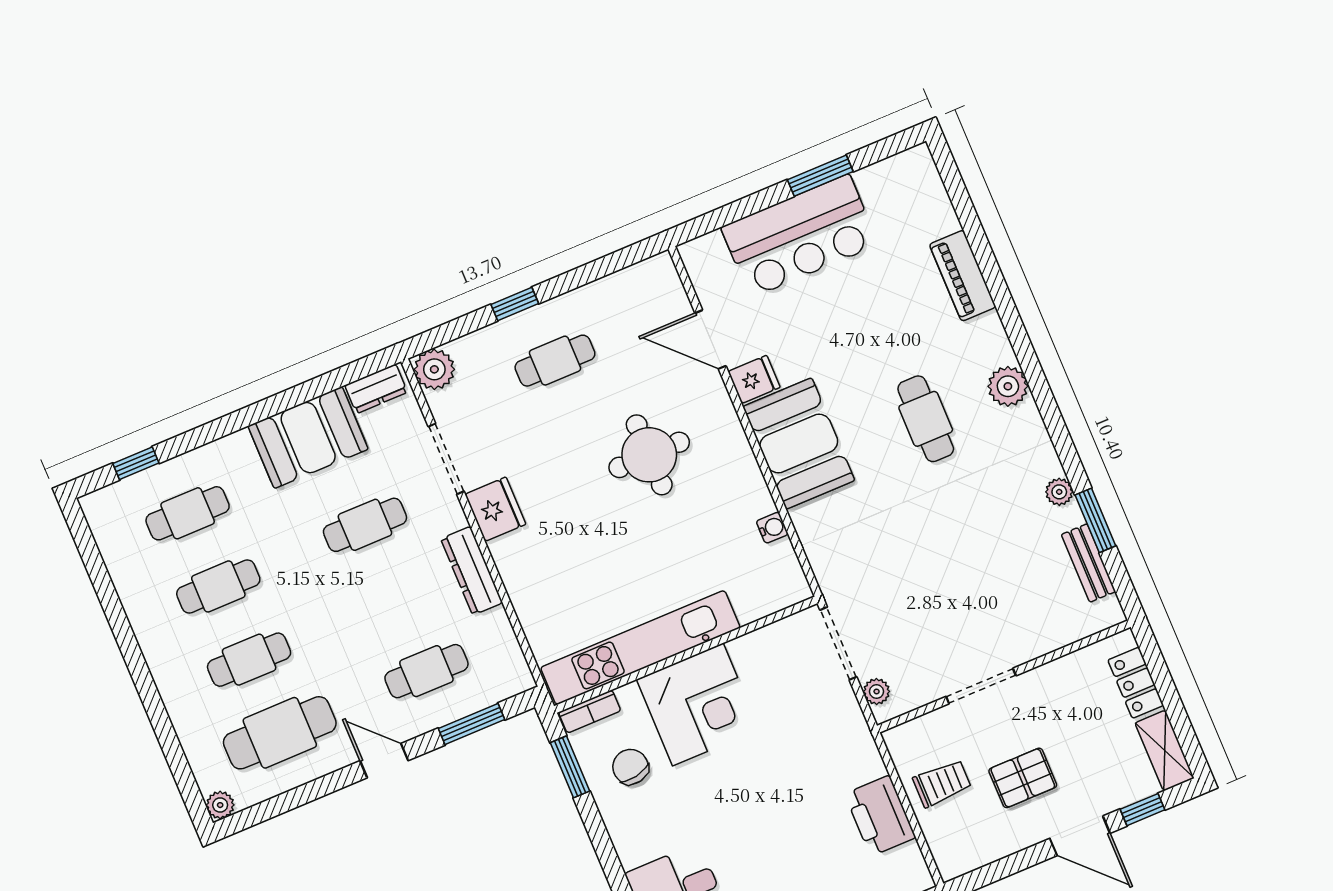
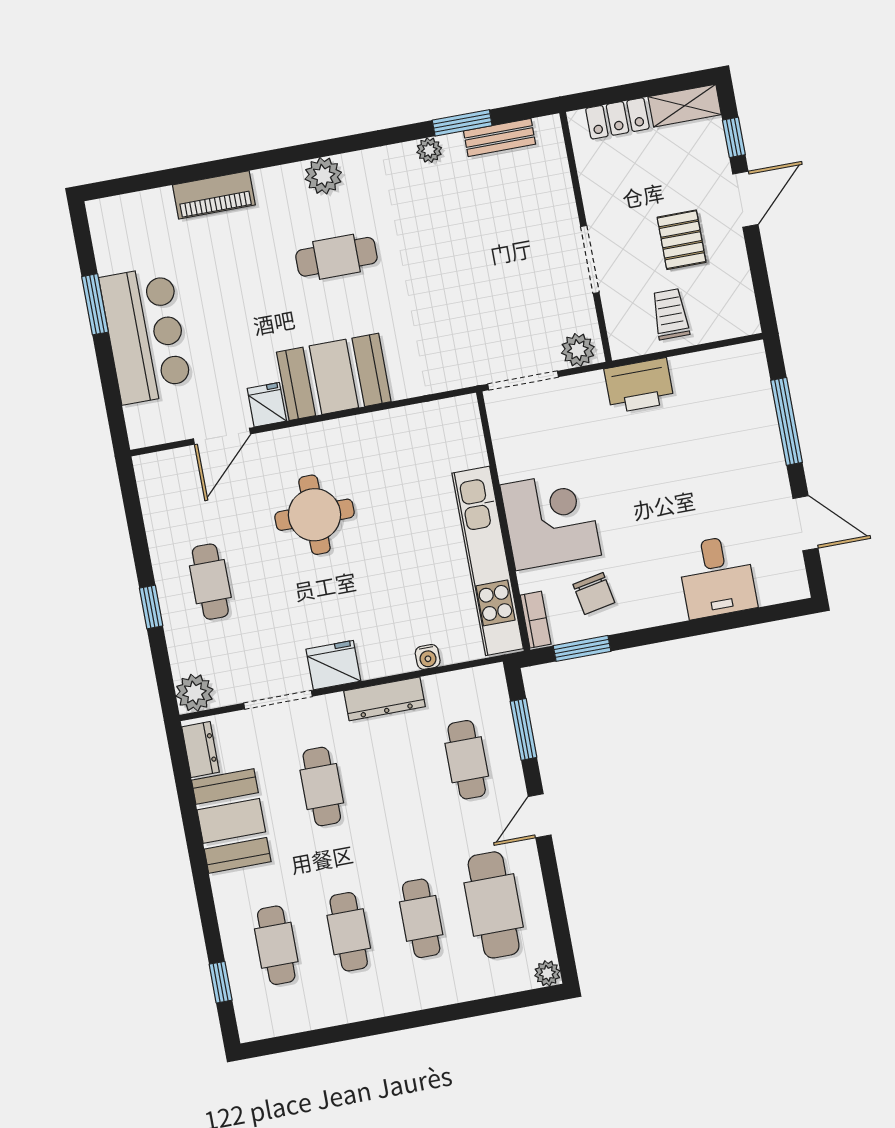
water cooler: (772, 528) -> (428, 657), moved, turned 180
plant: (877, 691) -> (578, 350), width x1.38, depth x1.38
chair: (630, 767) -> (594, 594), turned -90
printer: (880, 816) -> (639, 386), moved

